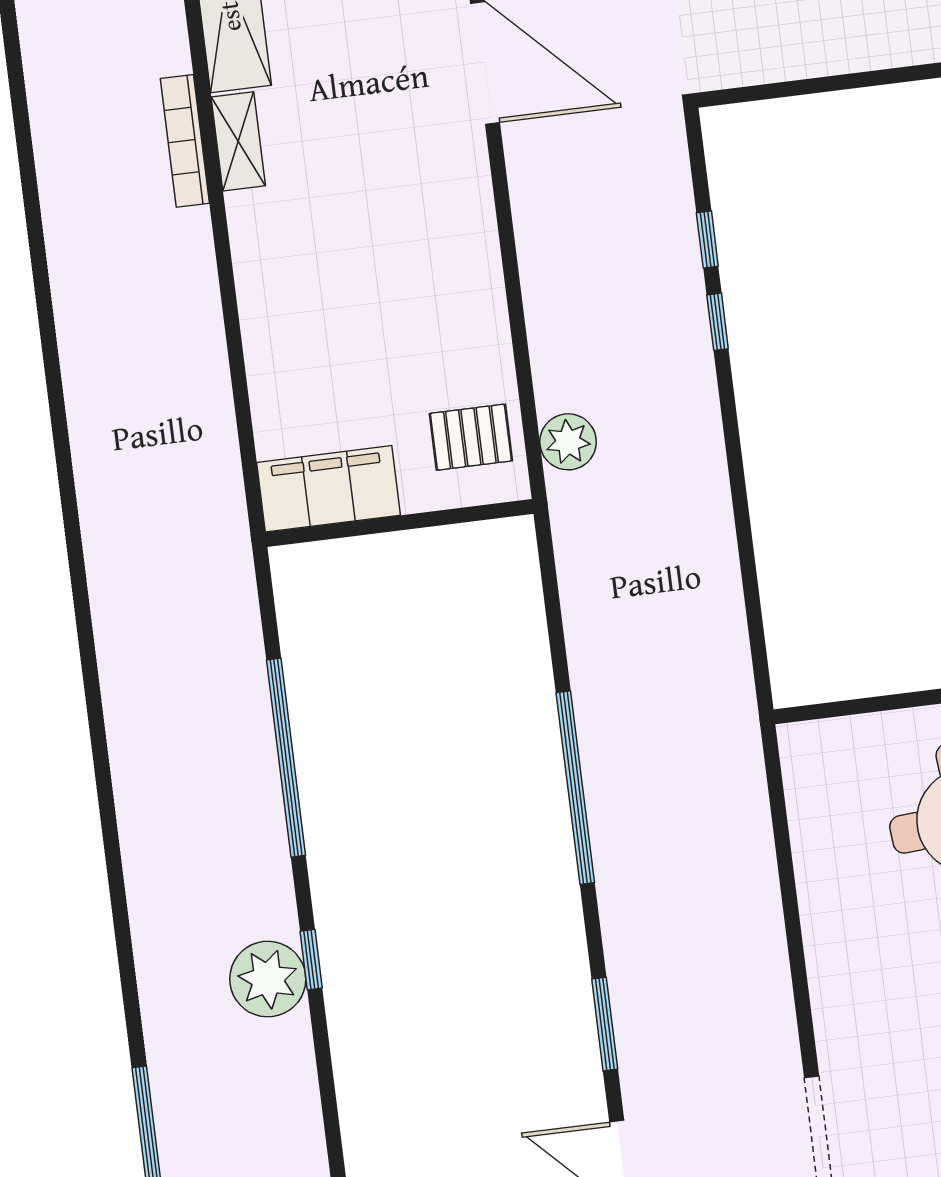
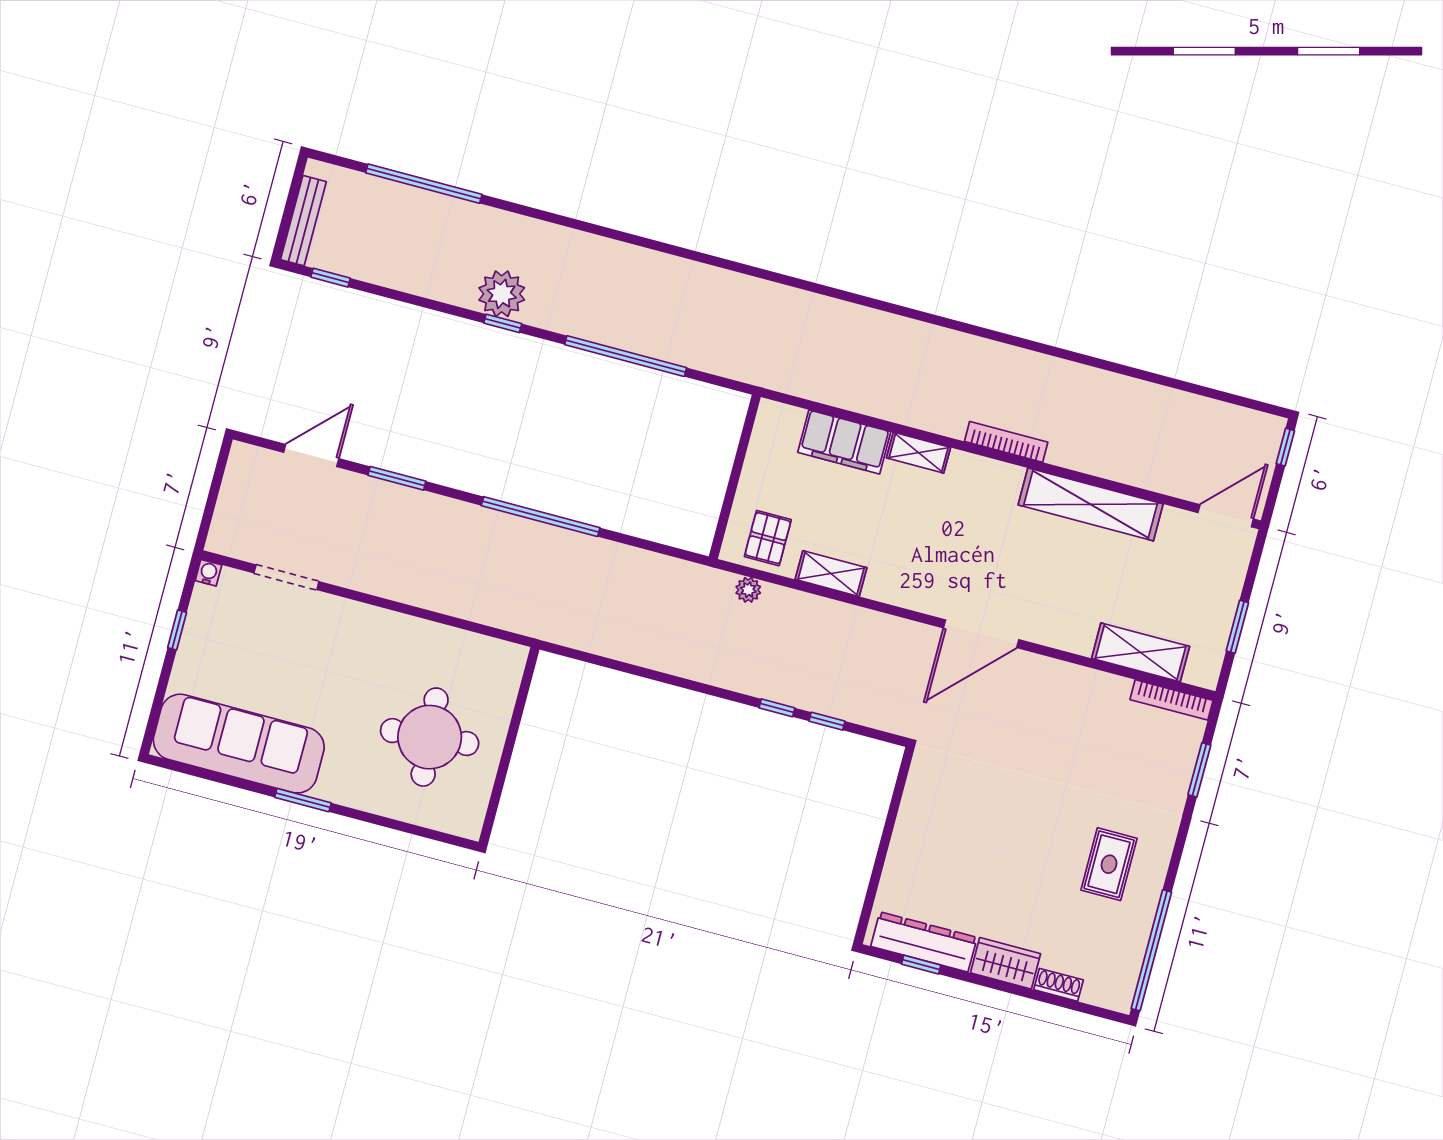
shelving: (238, 141) -> (919, 453), moved
shelving: (486, 322) -> (831, 574), added
plant: (568, 442) -> (748, 590), width x0.73, depth x0.73
filing cabinet: (329, 489) -> (844, 442), moved, turned 90

